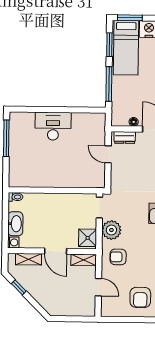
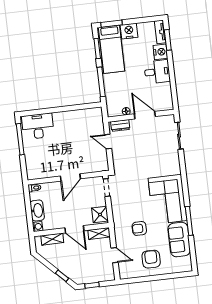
desk: (53, 126) -> (38, 126), moved
door: (59, 190) -> (70, 177), added
plant: (111, 230) -> (119, 205), removed
armchair: (118, 257) -> (139, 228), moved
window: (19, 287) -> (62, 276), moved
armchair: (140, 297) -> (151, 259), turned 180
window: (68, 319) -> (92, 285), added

